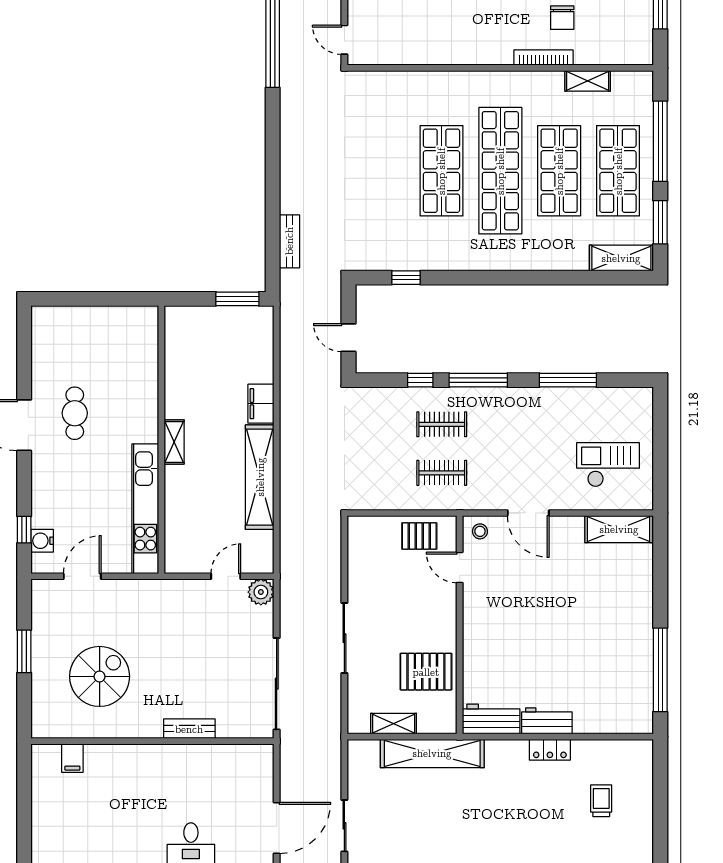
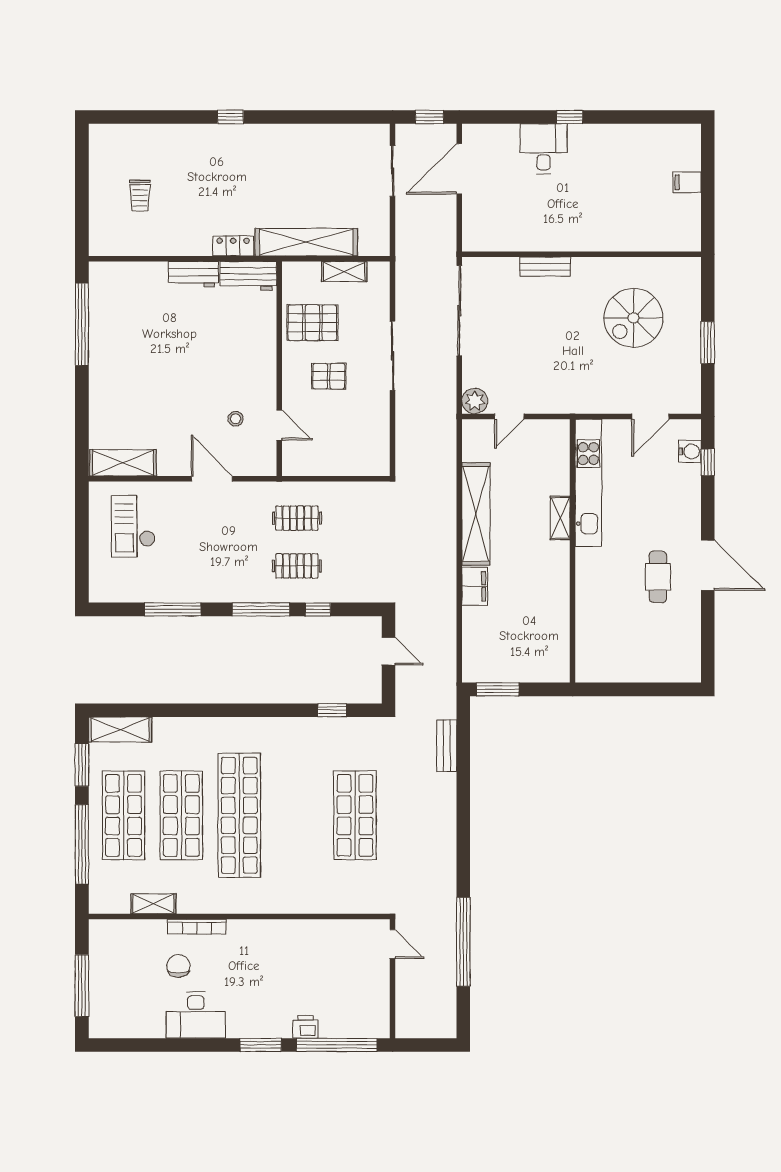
shop shelf: (441, 171) -> (355, 815), moved
shelving: (174, 442) -> (560, 518), moved
checkout: (608, 465) -> (133, 526), turned 90
stool: (480, 531) -> (236, 419), moved
pallet: (419, 536) -> (329, 376), moved
locker: (550, 750) -> (233, 246), moved
filing cabinet: (72, 758) -> (687, 182), moved, turned -90

